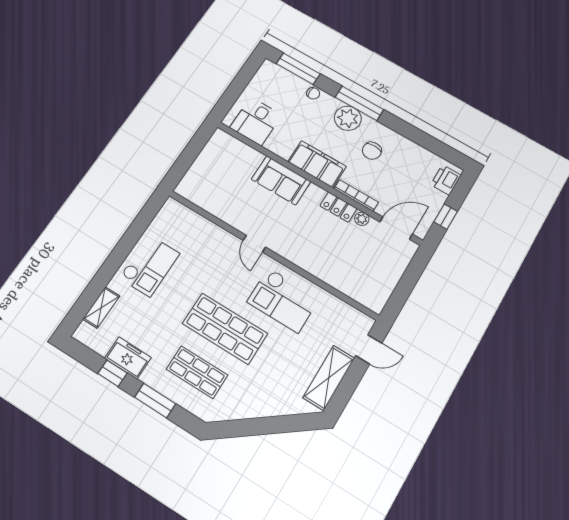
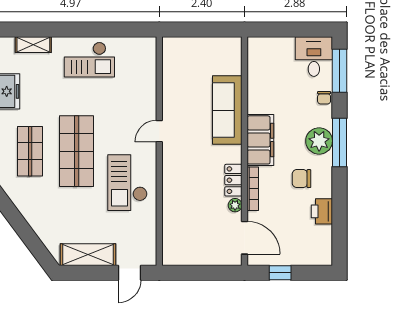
desk: (256, 121) -> (314, 57), moved, turned 90
sofa: (281, 180) -> (227, 110), width x1.36
printer: (446, 180) -> (322, 211), moved, turned -90
door: (369, 349) -> (129, 273), hinge flipped

